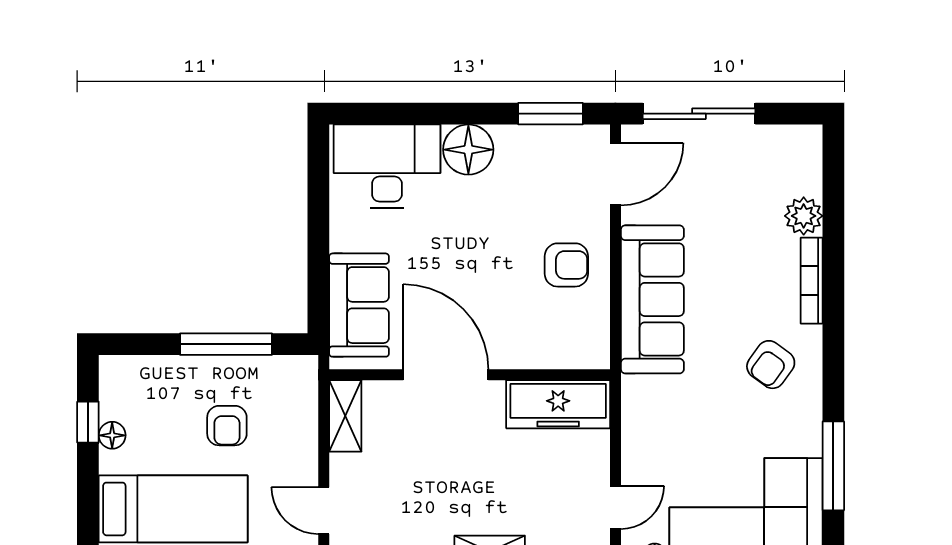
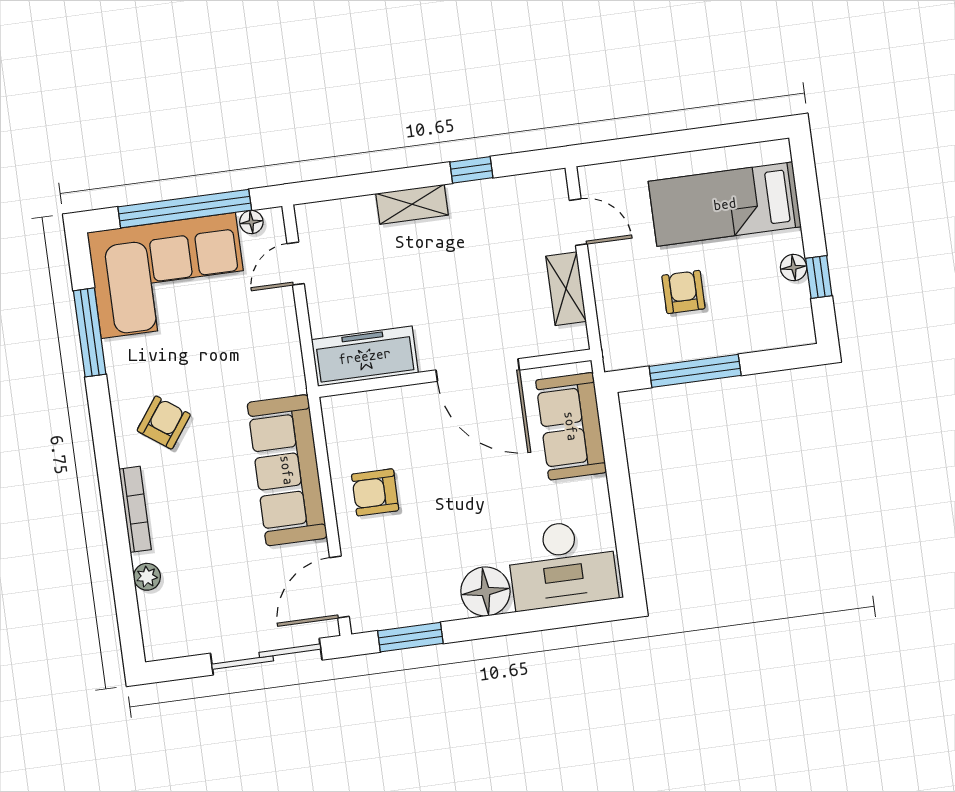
plant: (804, 216) -> (147, 577), width x0.73, depth x0.73
shelving: (345, 416) -> (566, 289), moved

